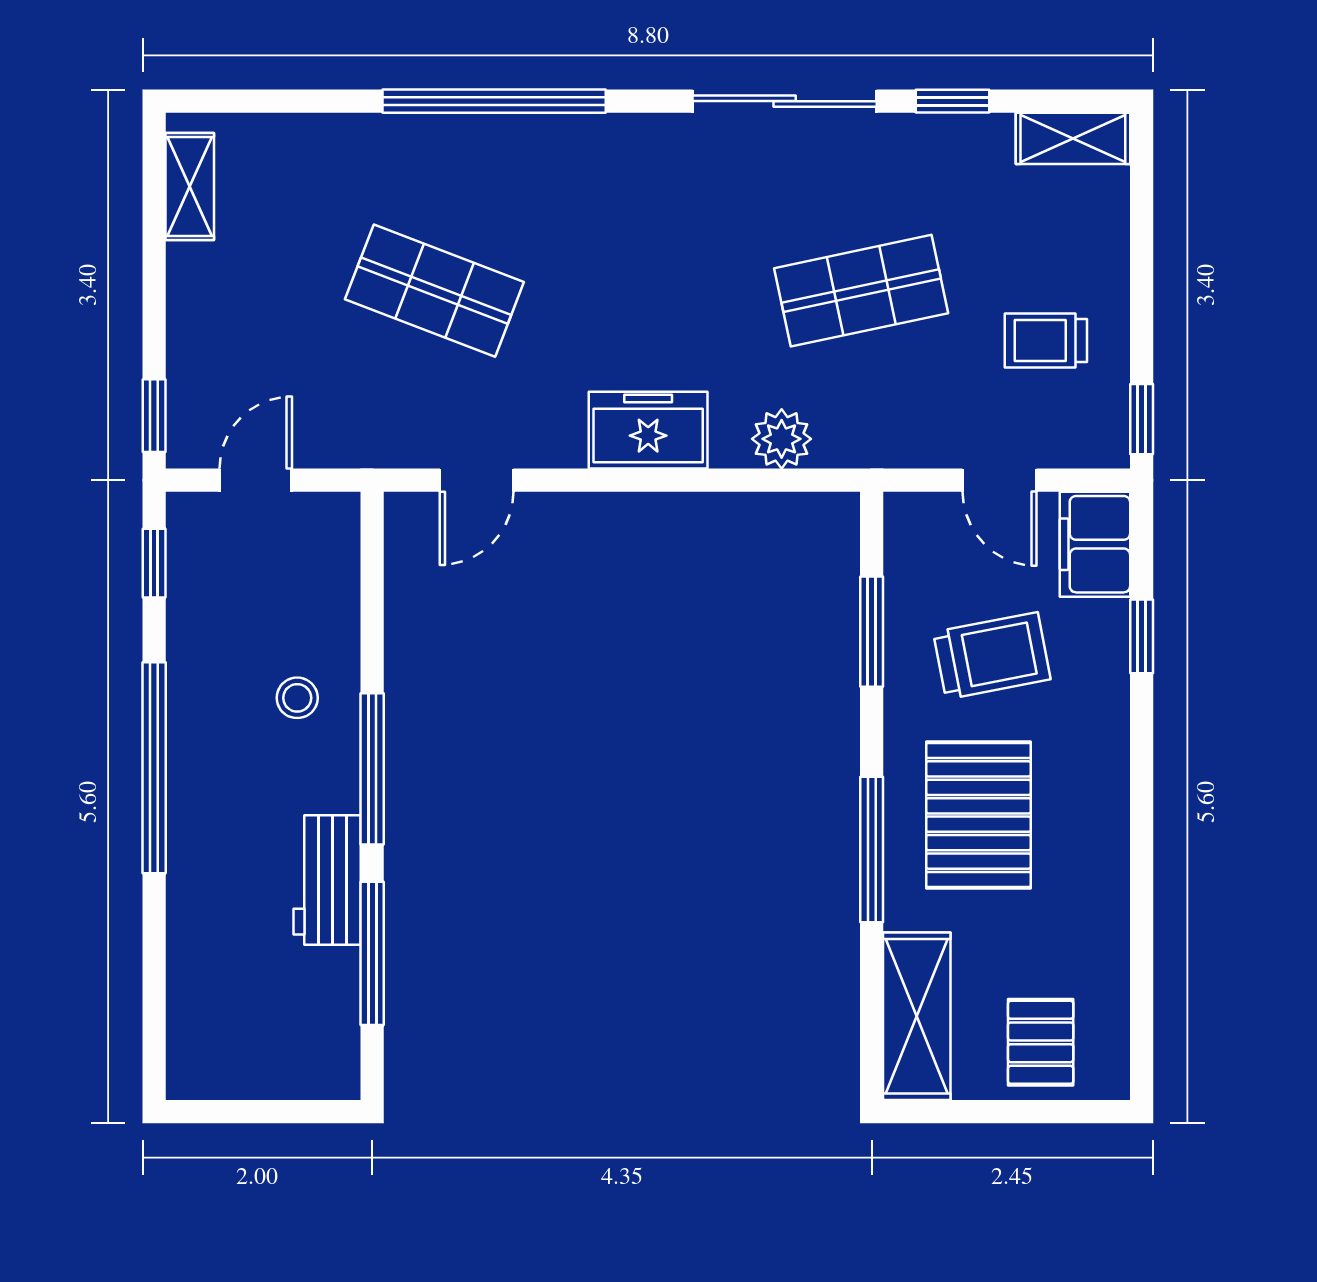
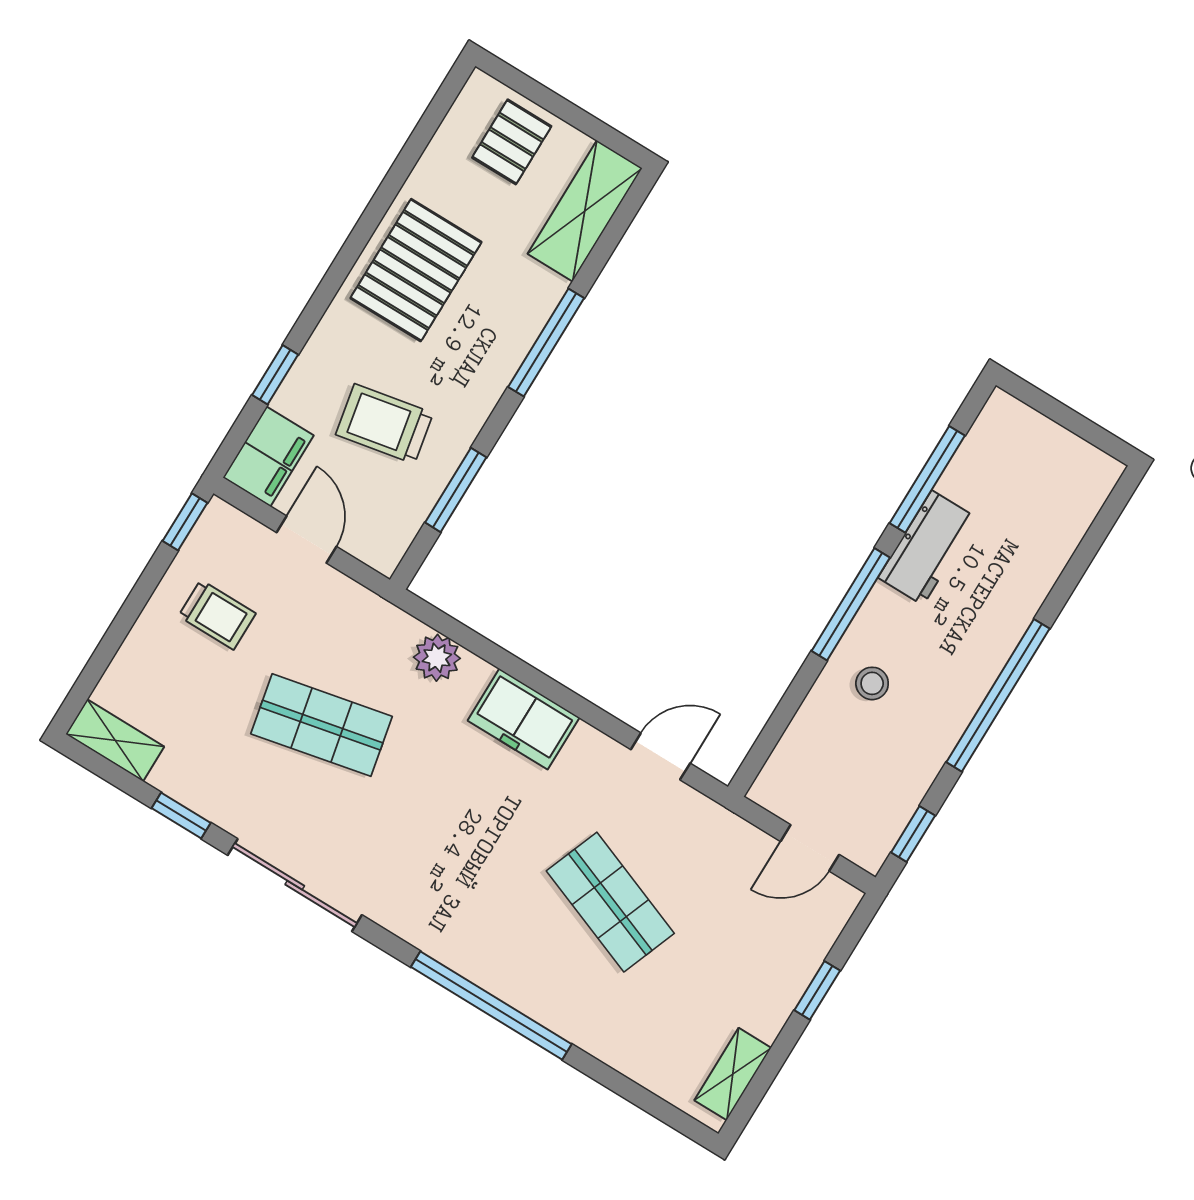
window: (154, 416) -> (817, 990), moved
pallet: (978, 815) -> (416, 270), moved

